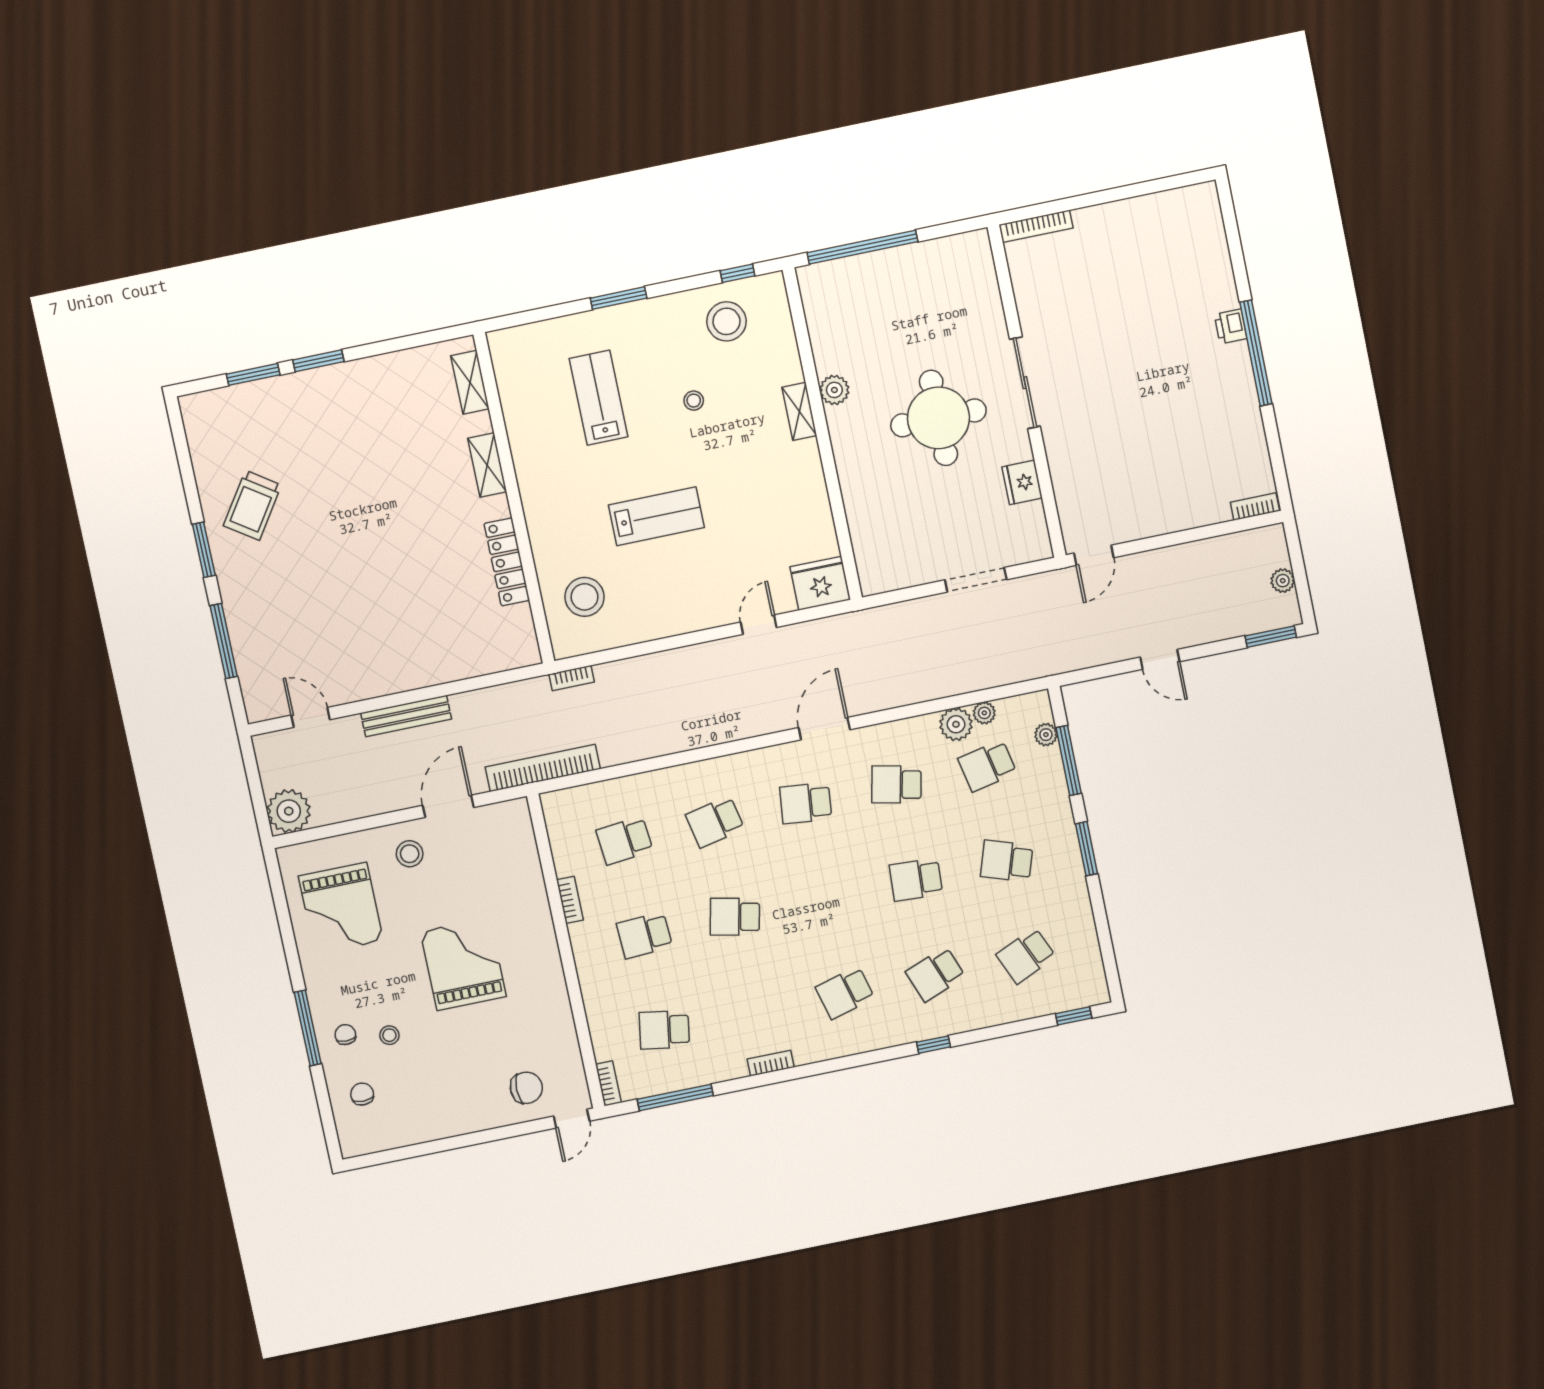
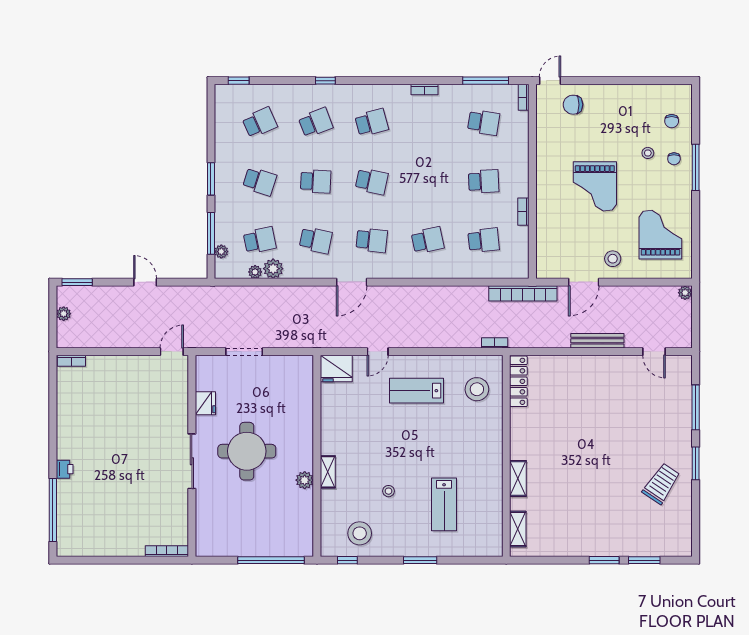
window: (1256, 353) -> (53, 510), moved
lab bench: (656, 516) -> (416, 391), moved
locker: (507, 562) -> (518, 381), moved
plant: (289, 811) -> (685, 293), width x0.53, depth x0.53
school desk: (735, 917) -> (372, 181), moved

